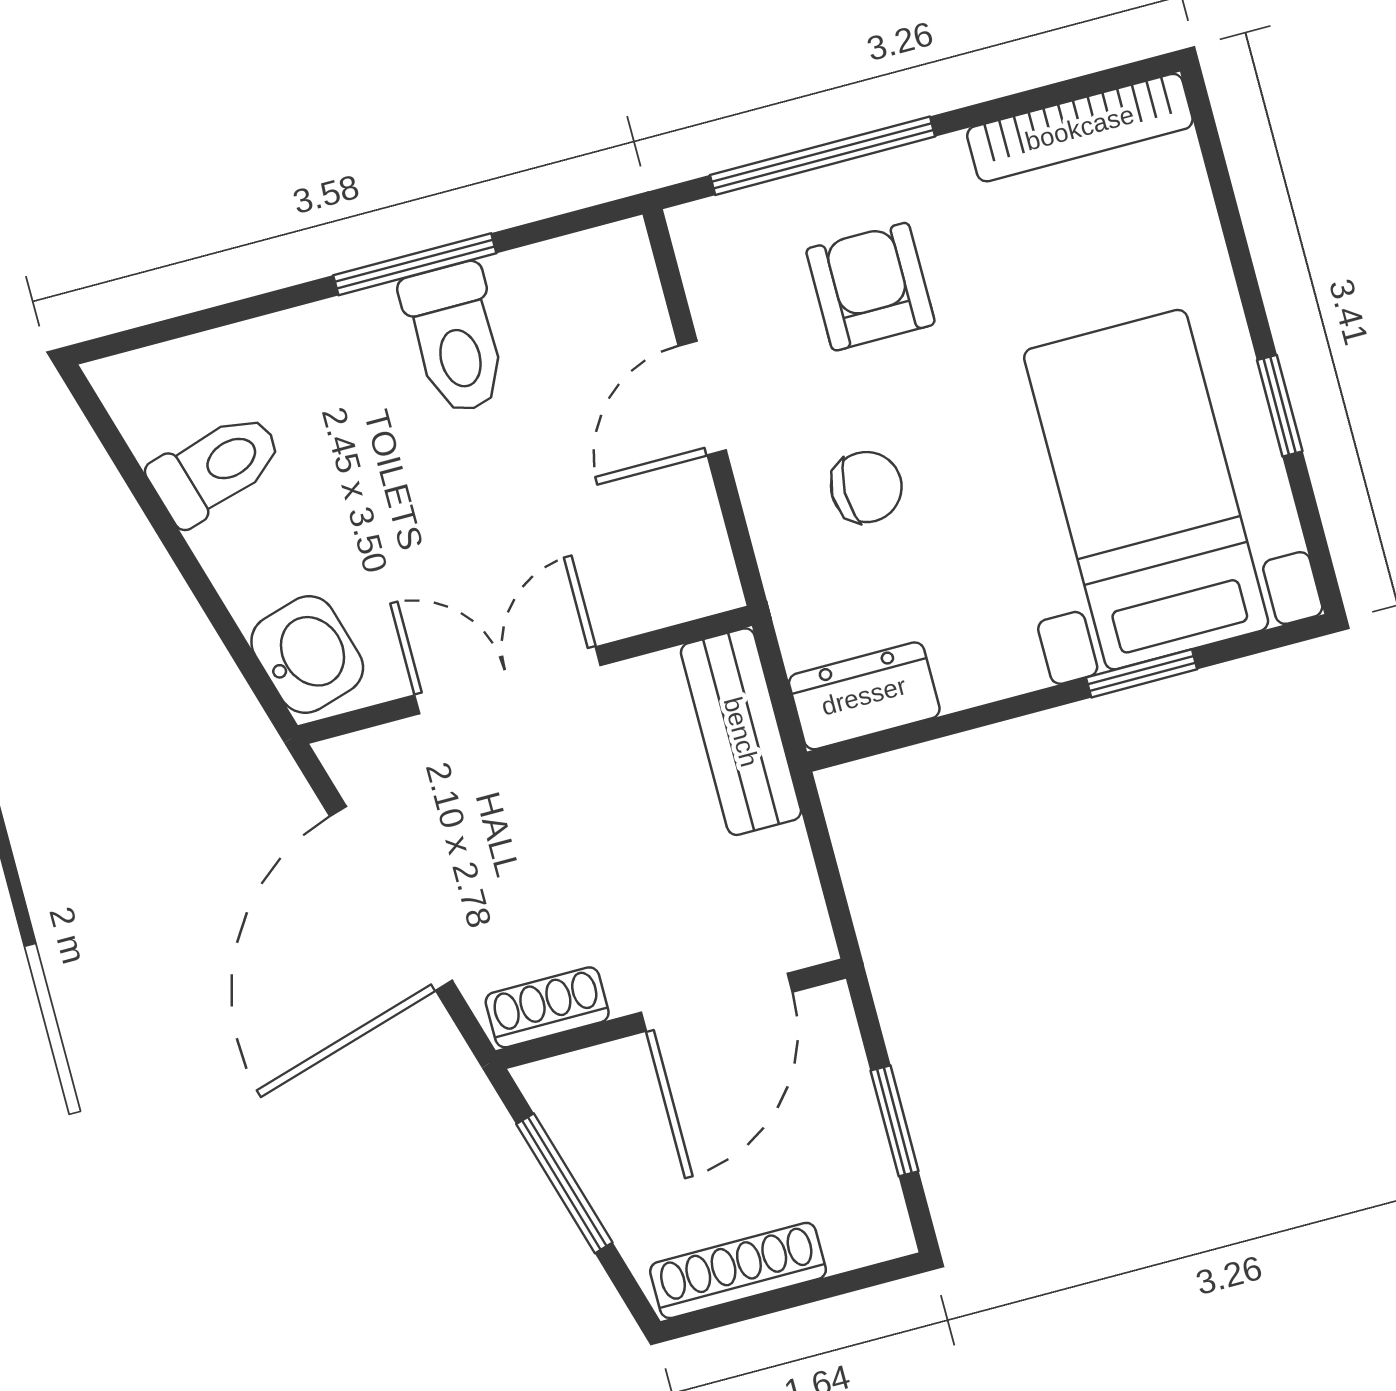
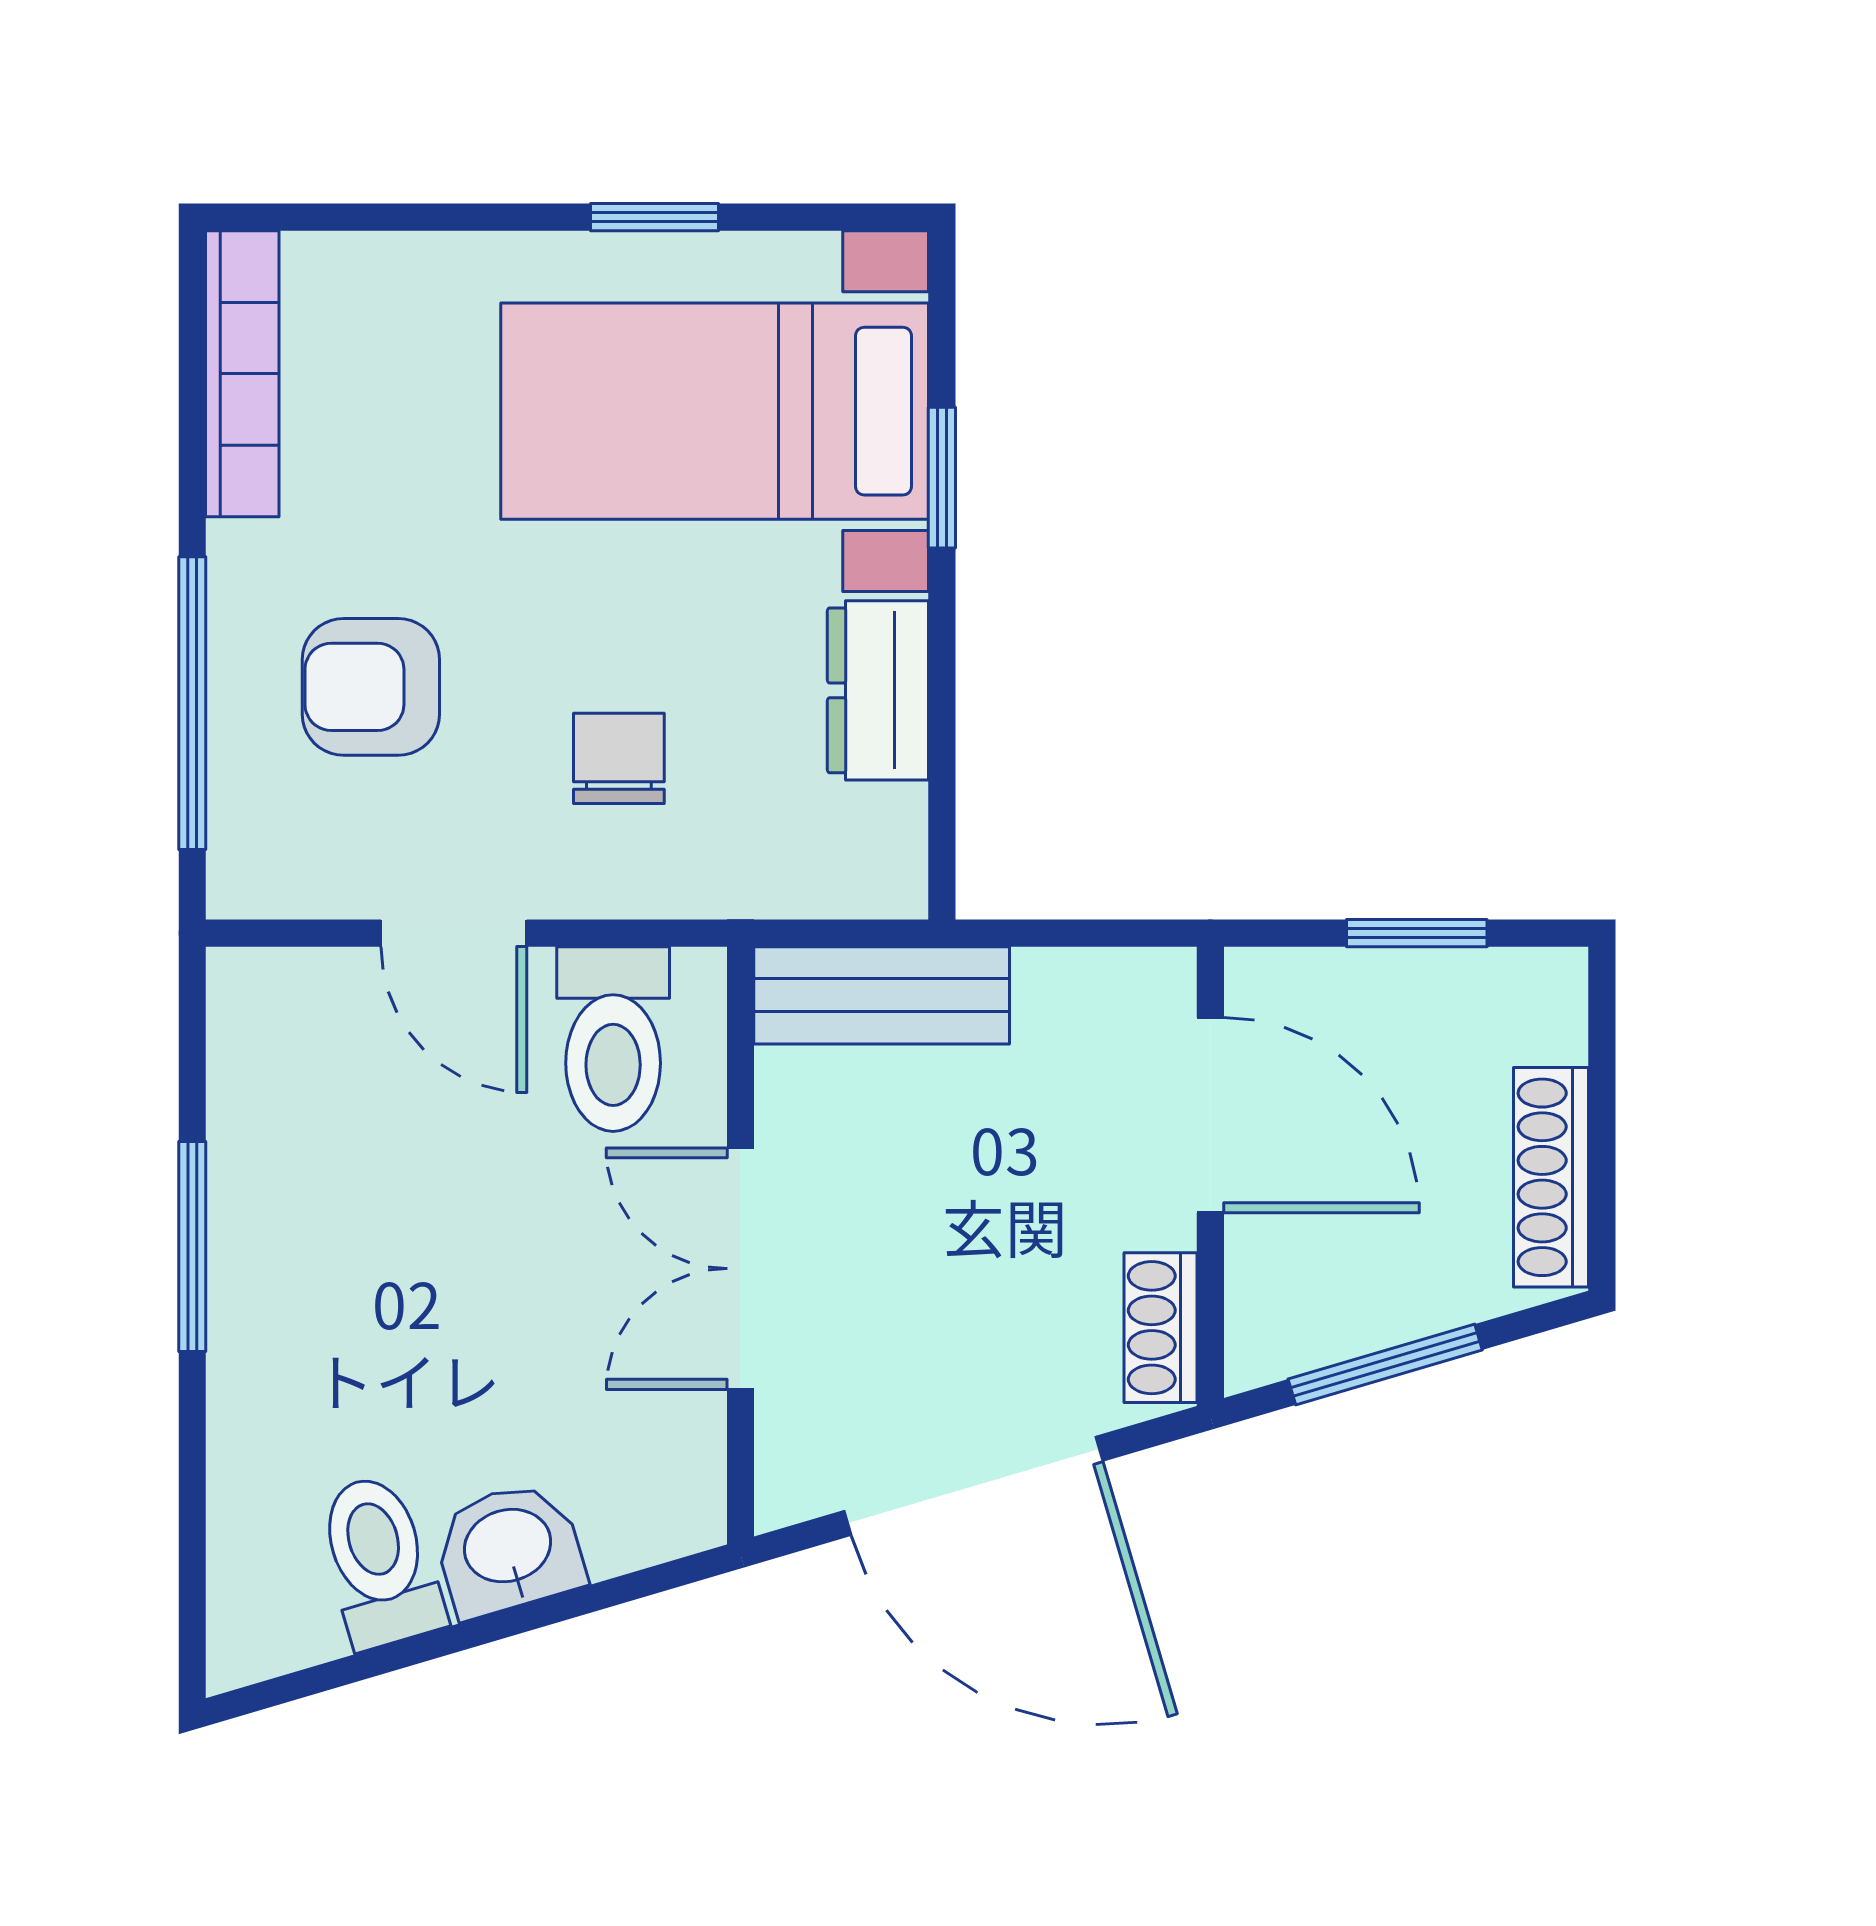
toilet: (455, 339) -> (613, 1039), moved, turned 90
washbasin: (307, 655) -> (509, 1549), moved
dresser: (864, 696) -> (878, 690), moved

